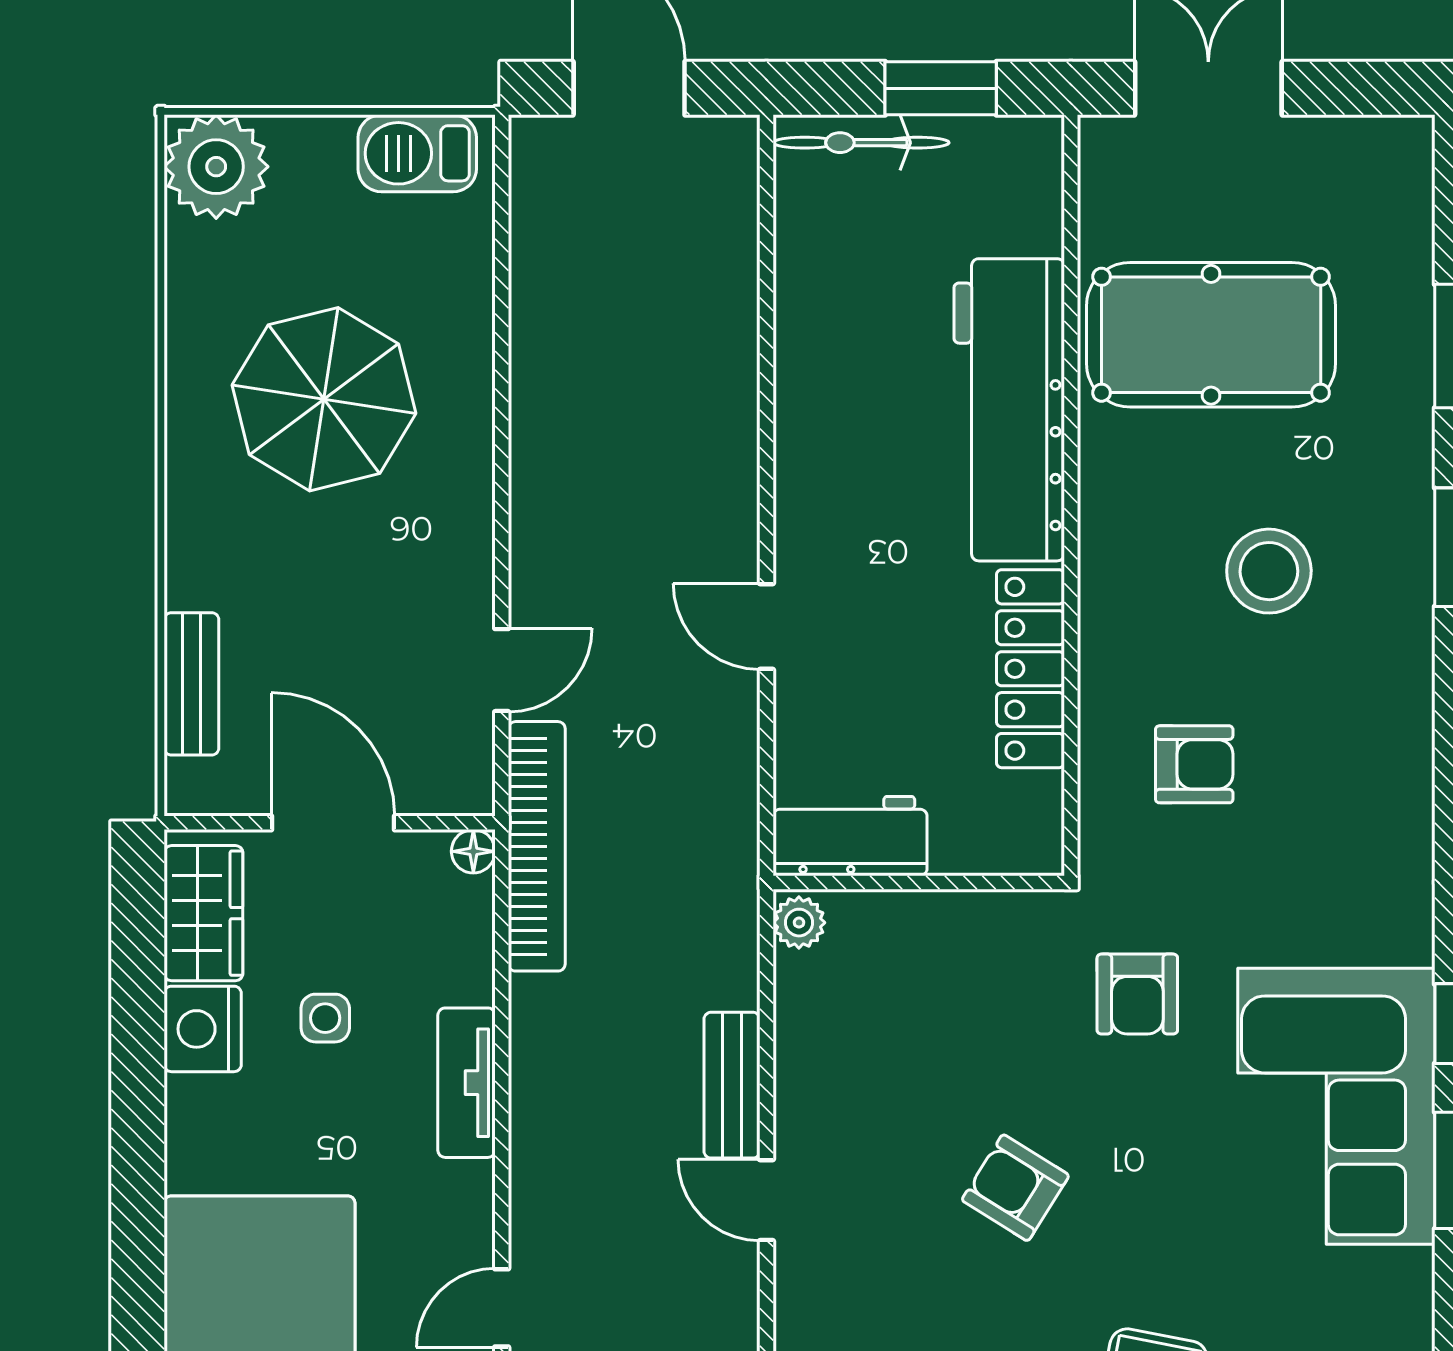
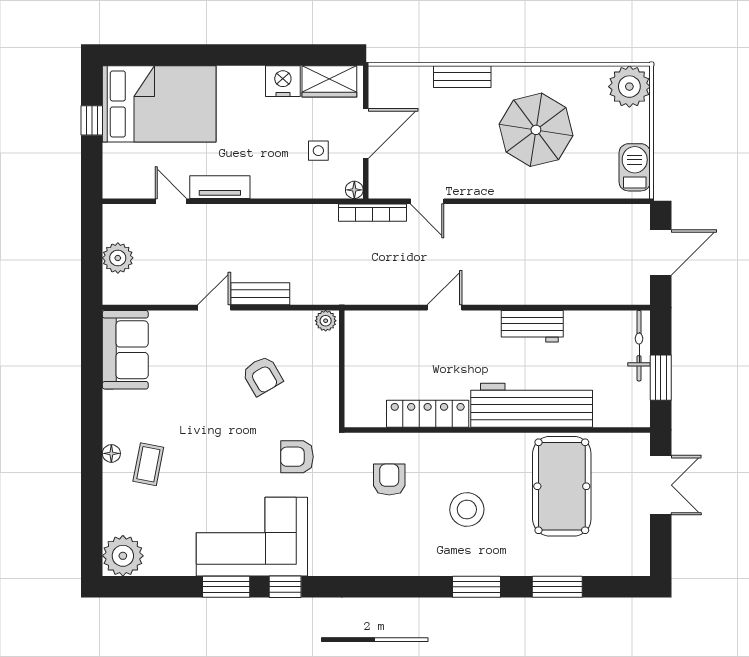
bench: (191, 684) -> (462, 77), moved
armchair: (1194, 764) -> (389, 480), turned 180
workbench: (850, 836) -> (532, 326), moved, turned 90
bookcase: (537, 846) -> (373, 213), width x0.68, depth x0.76
side table: (325, 1018) -> (318, 151), moved
tv unit: (467, 1083) -> (220, 187), moved
armchair: (1015, 1188) -> (262, 376), moved, turned 118

